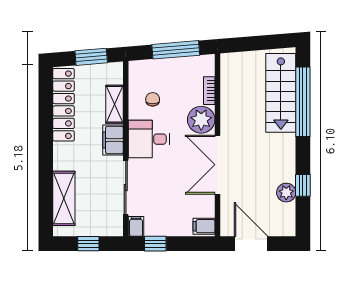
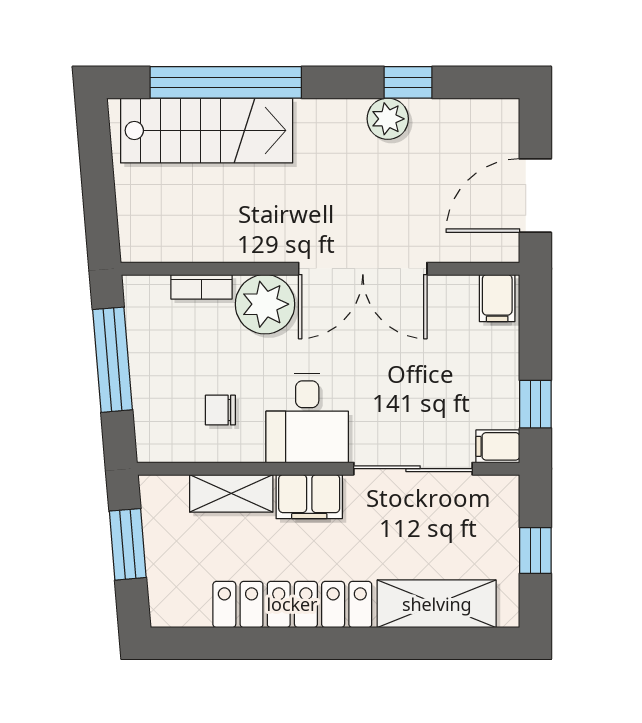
locker: (64, 105) -> (292, 604), moved
plant: (286, 193) -> (388, 119), moved

